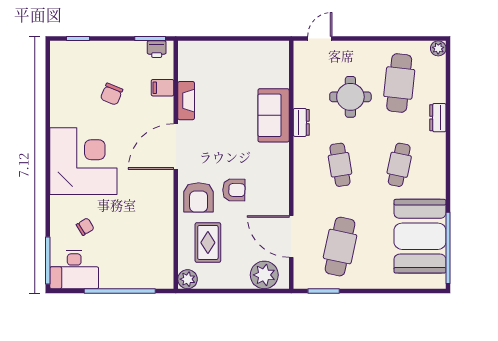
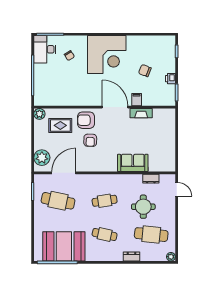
printer: (157, 49) -> (170, 79), moved
filing cabinet: (162, 88) -> (137, 100), moved
dresser: (301, 122) -> (151, 179), moved

